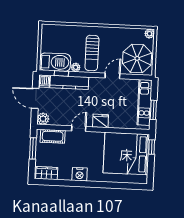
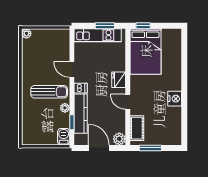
parasol: (137, 58) -> (53, 45), removed
barbecue: (55, 62) -> (64, 137), width x0.53, depth x0.65
dishwasher: (44, 81) -> (81, 88), moved
door: (35, 98) -> (99, 148), swing flipped
bed: (126, 154) -> (146, 51), width x0.73
wardrobe: (47, 173) -> (175, 133), removed

